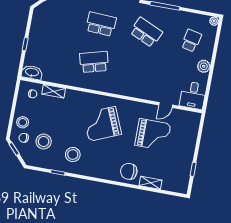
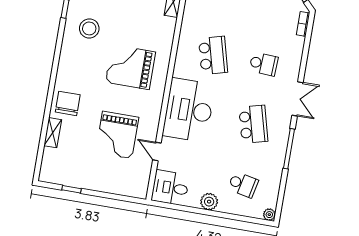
school desk: (101, 24) -> (264, 64), width x0.54
school desk: (146, 32) -> (253, 124), turned -39
desk: (135, 81) -> (189, 110), added
grand piano: (102, 124) -> (131, 67), turned -67

